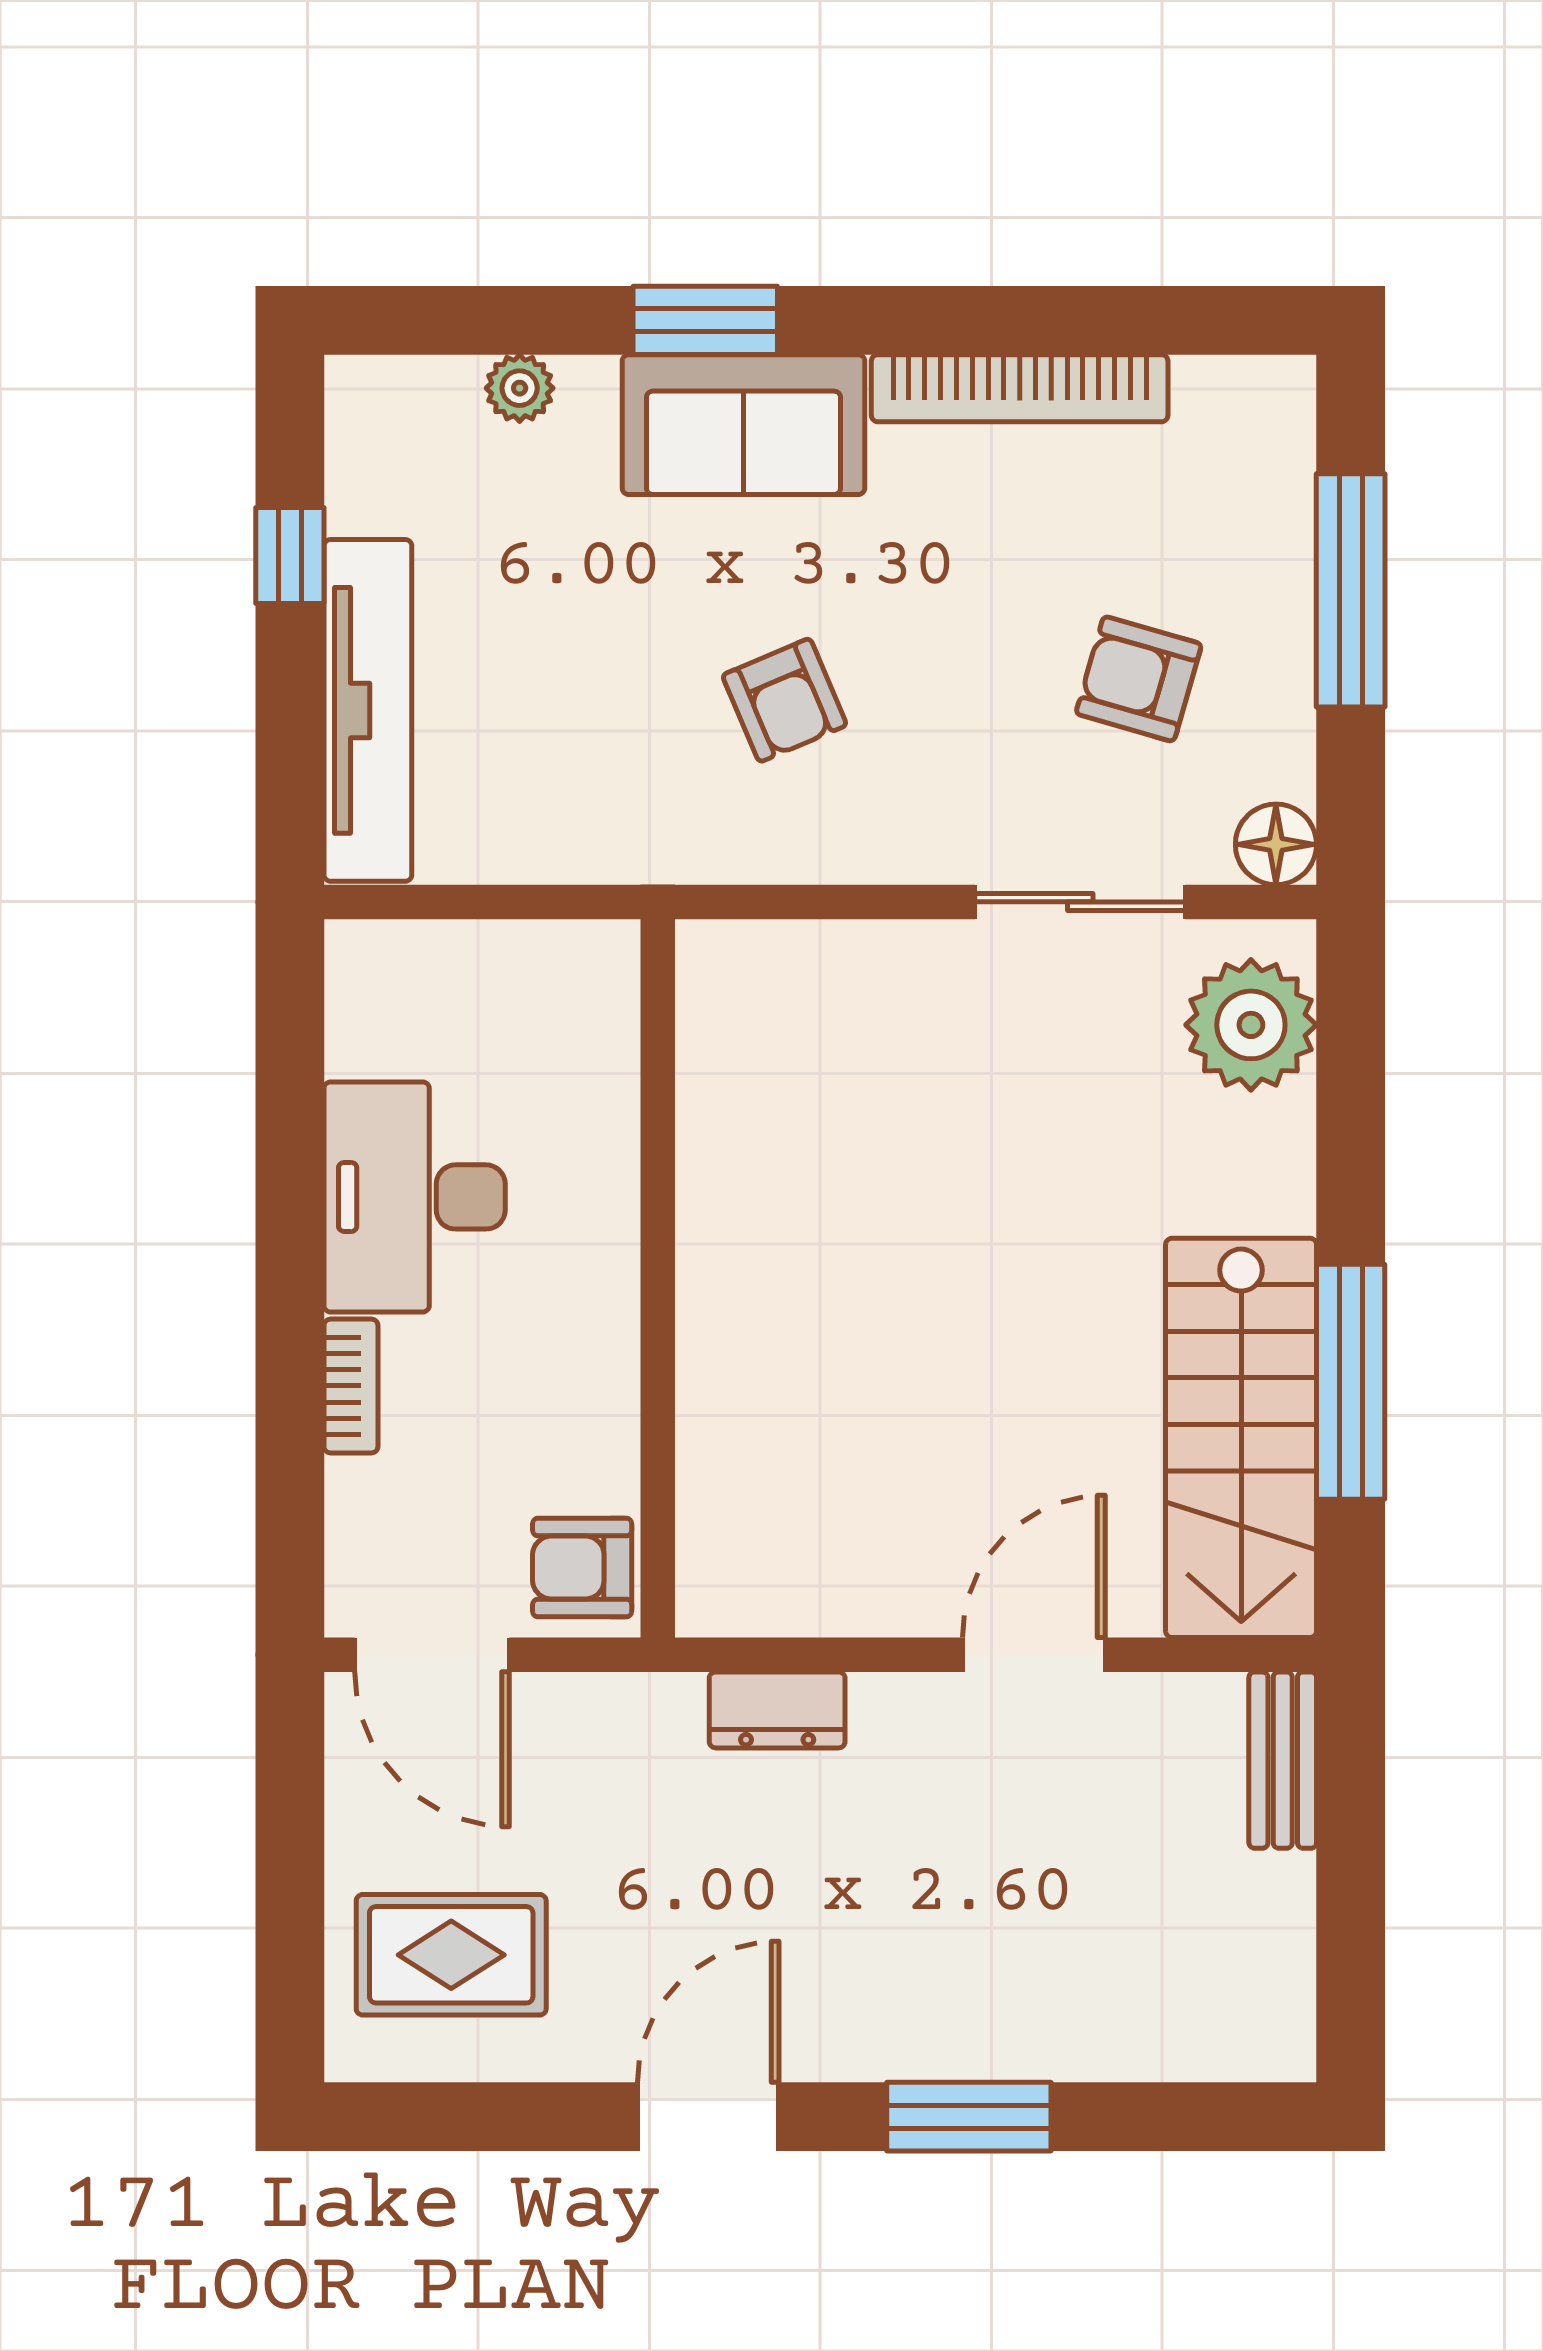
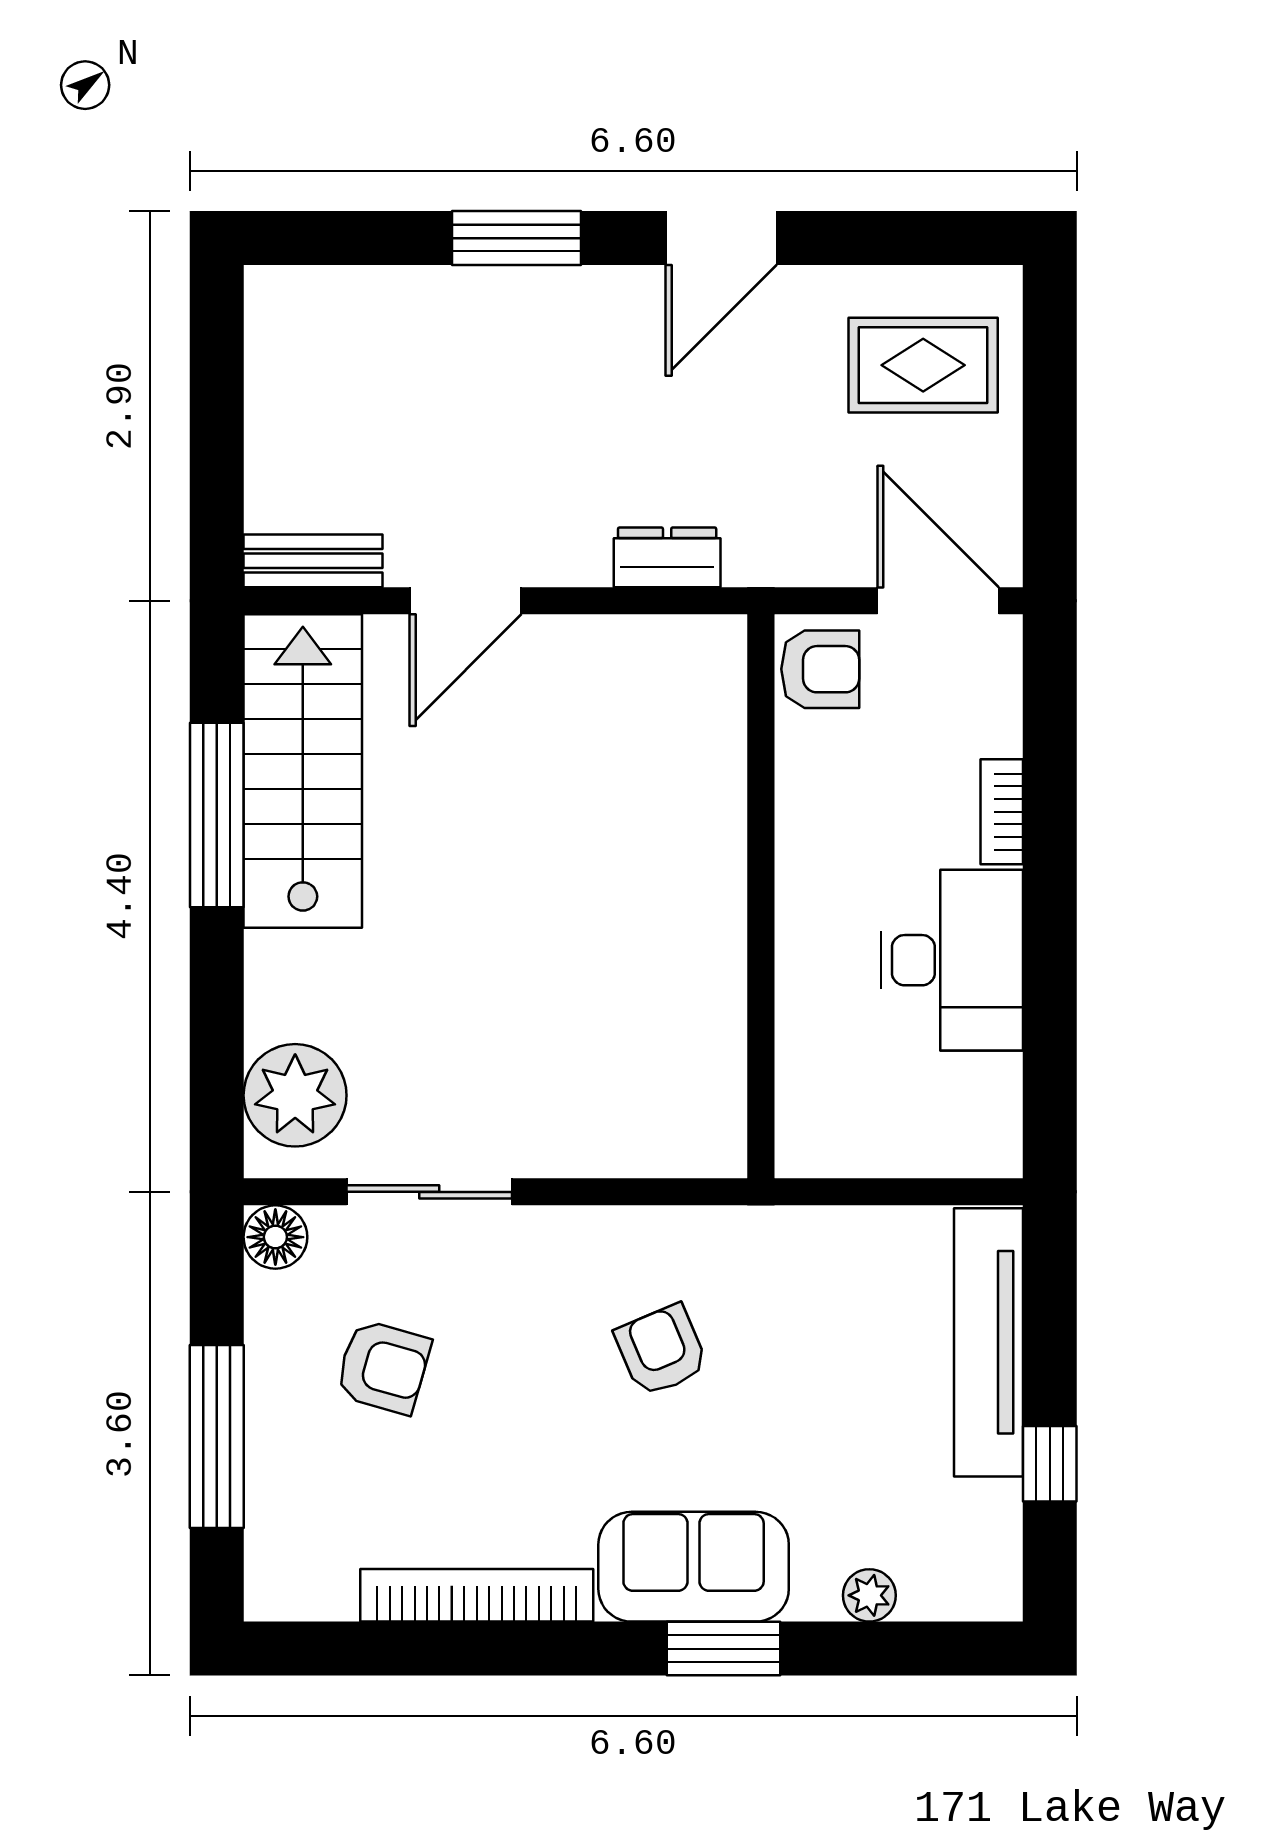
bench: (1283, 1760) -> (313, 561), moved, turned 90

